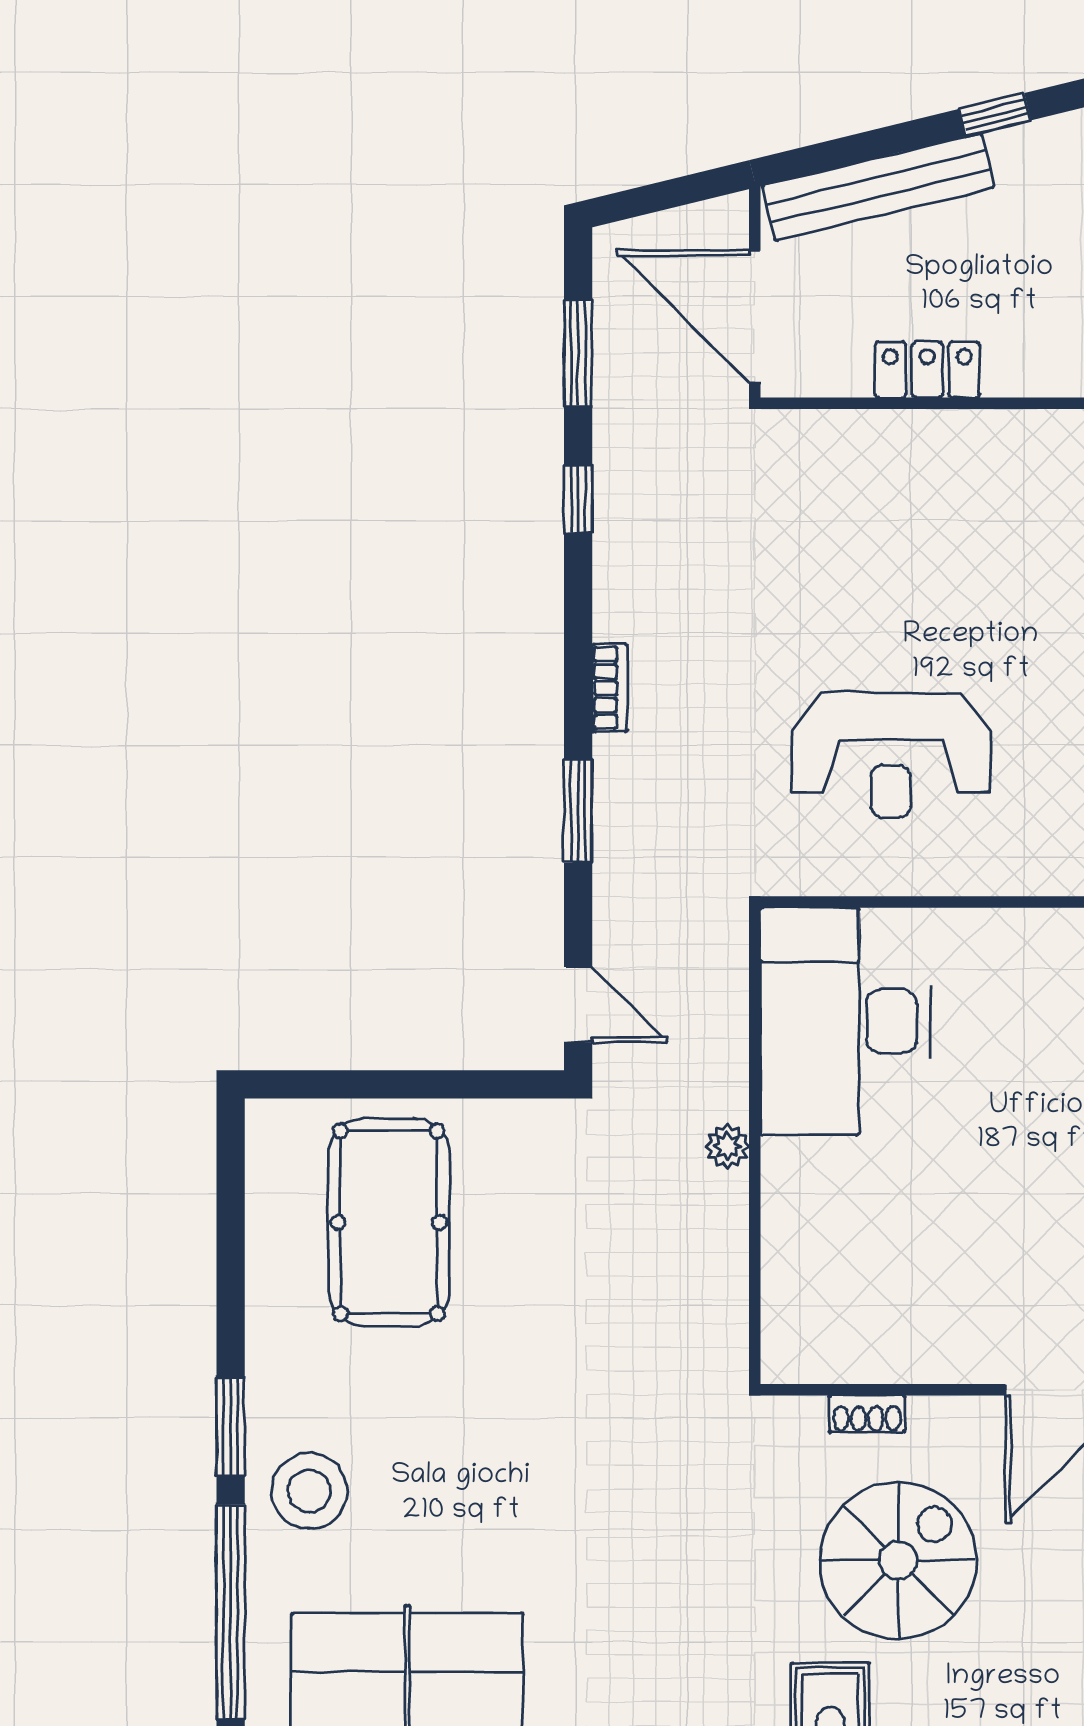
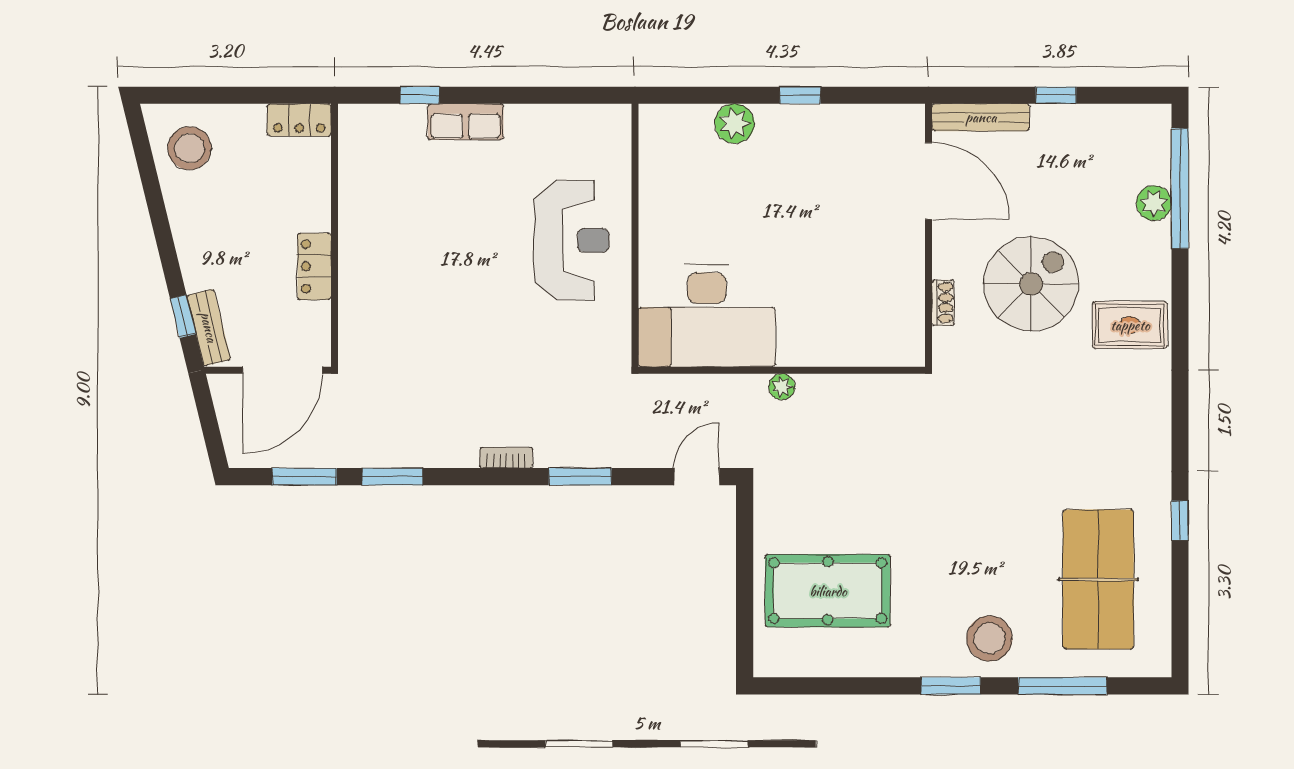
window: (995, 115) -> (183, 316), moved
bench: (878, 187) -> (209, 327), width x0.54, depth x0.82
window: (578, 499) -> (392, 477), width x1.50
reception desk: (891, 755) -> (572, 240), moved
spiral stairs: (898, 1560) -> (1031, 284), turned 90
window: (231, 1612) -> (1062, 686), width x0.68

